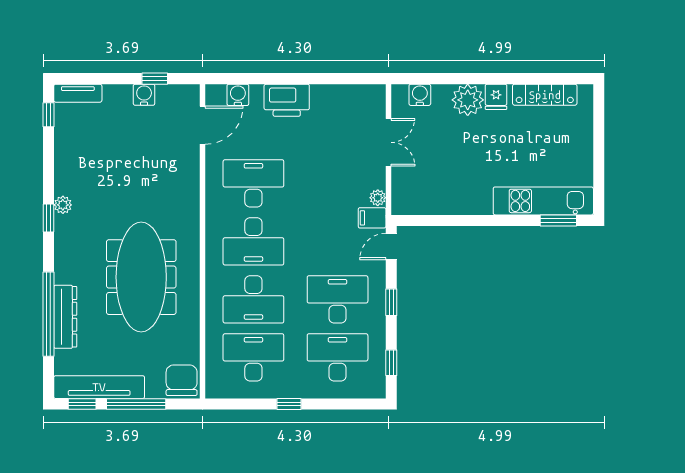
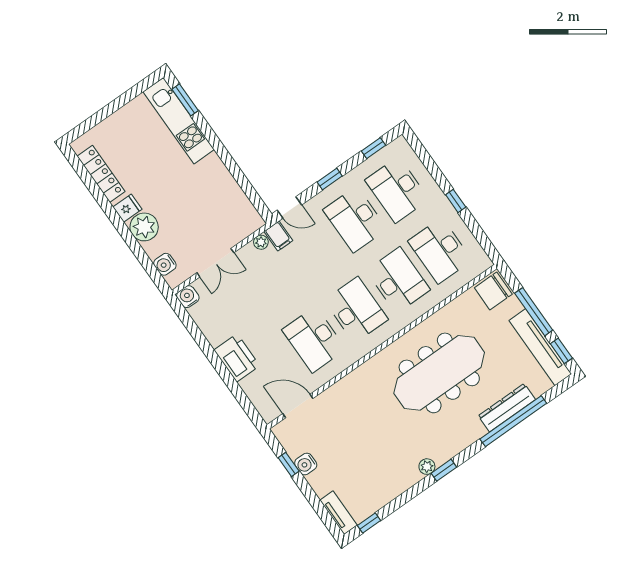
water cooler: (238, 95) -> (188, 297), moved, turned 90
double door: (388, 142) -> (215, 263), swing flipped

